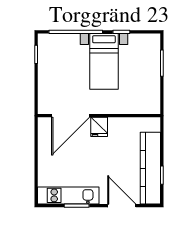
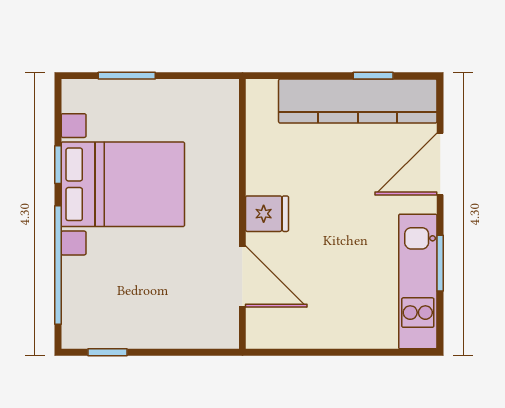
bed with nightstands: (104, 61) -> (123, 184), width x1.36
door: (71, 116) -> (242, 277), width x0.73

